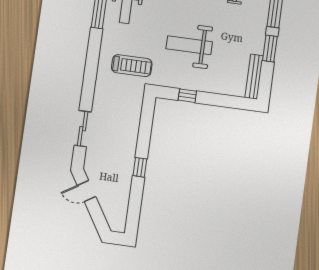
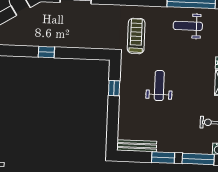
weight bench: (189, 45) -> (159, 86), width x0.73, depth x0.75
treadmill: (132, 66) -> (136, 36), turned 180

